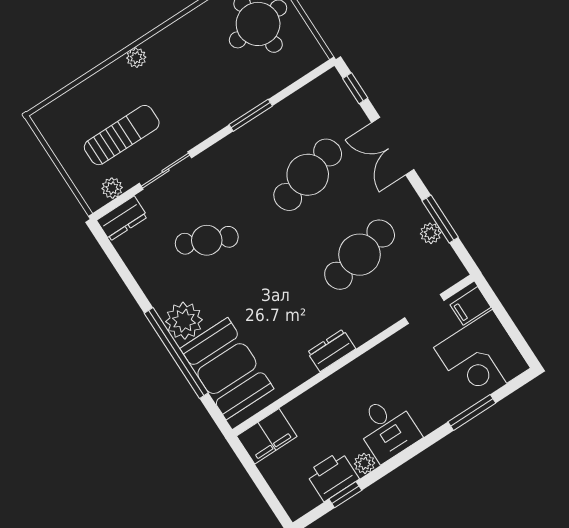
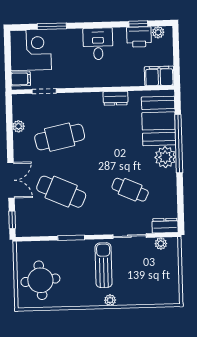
sun lounger: (122, 135) -> (104, 265), moved, turned 90
cafe table: (308, 175) -> (61, 192), turned 39
window: (440, 219) -> (10, 130), removed
dresser: (331, 350) -> (116, 98), moved
plant: (365, 463) -> (158, 32), moved

